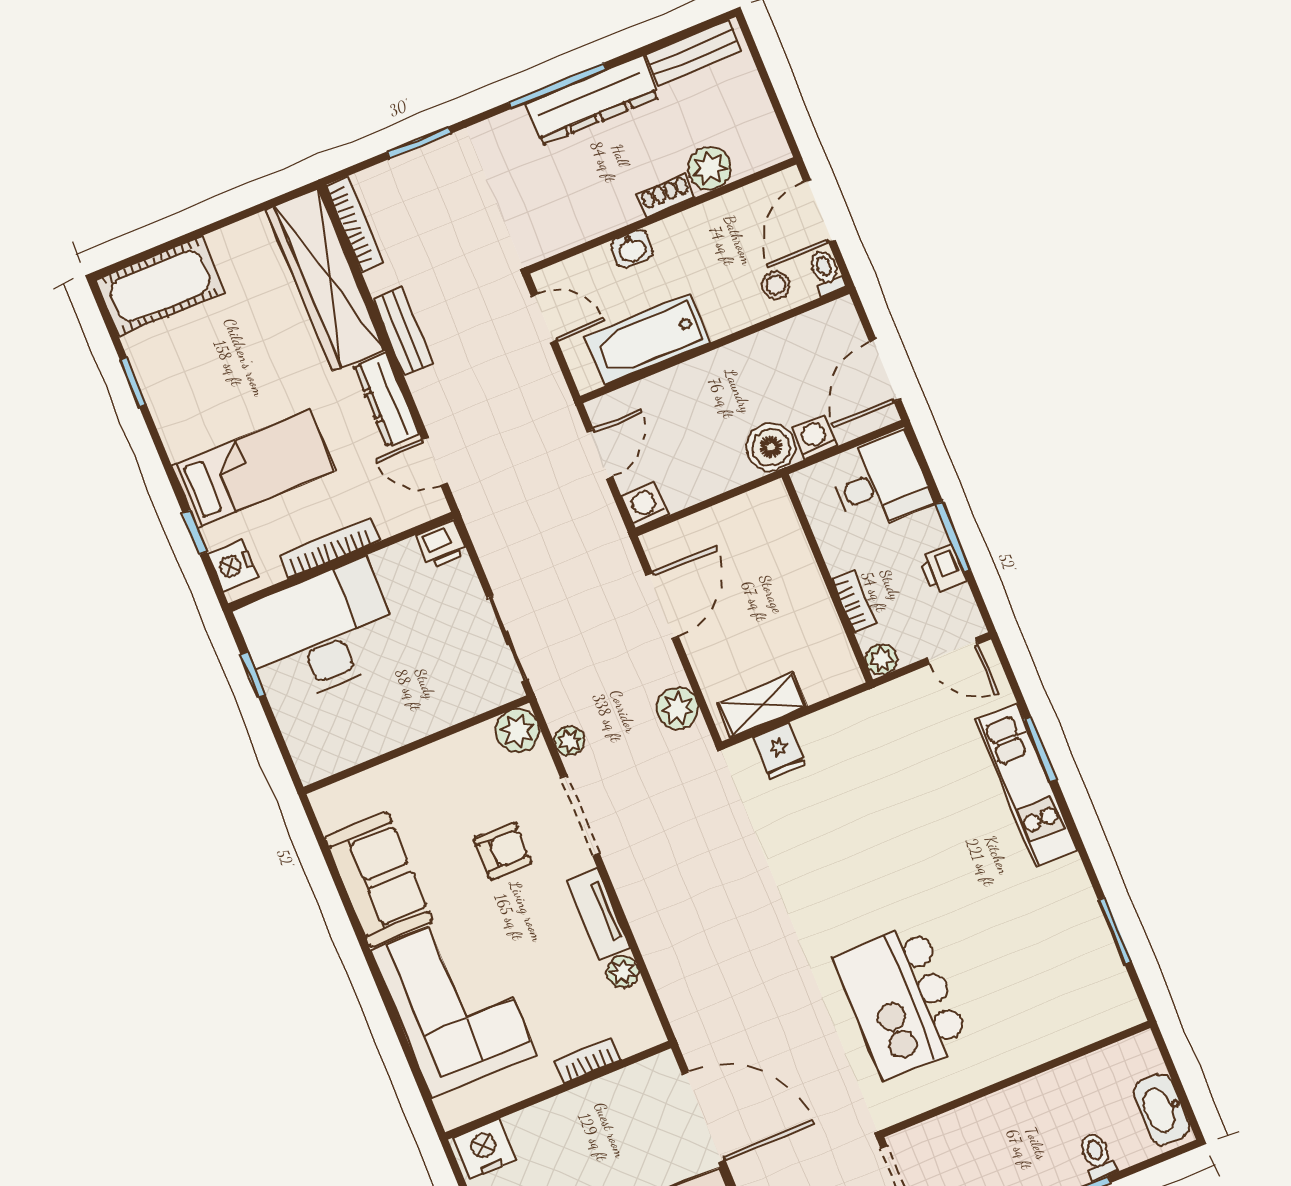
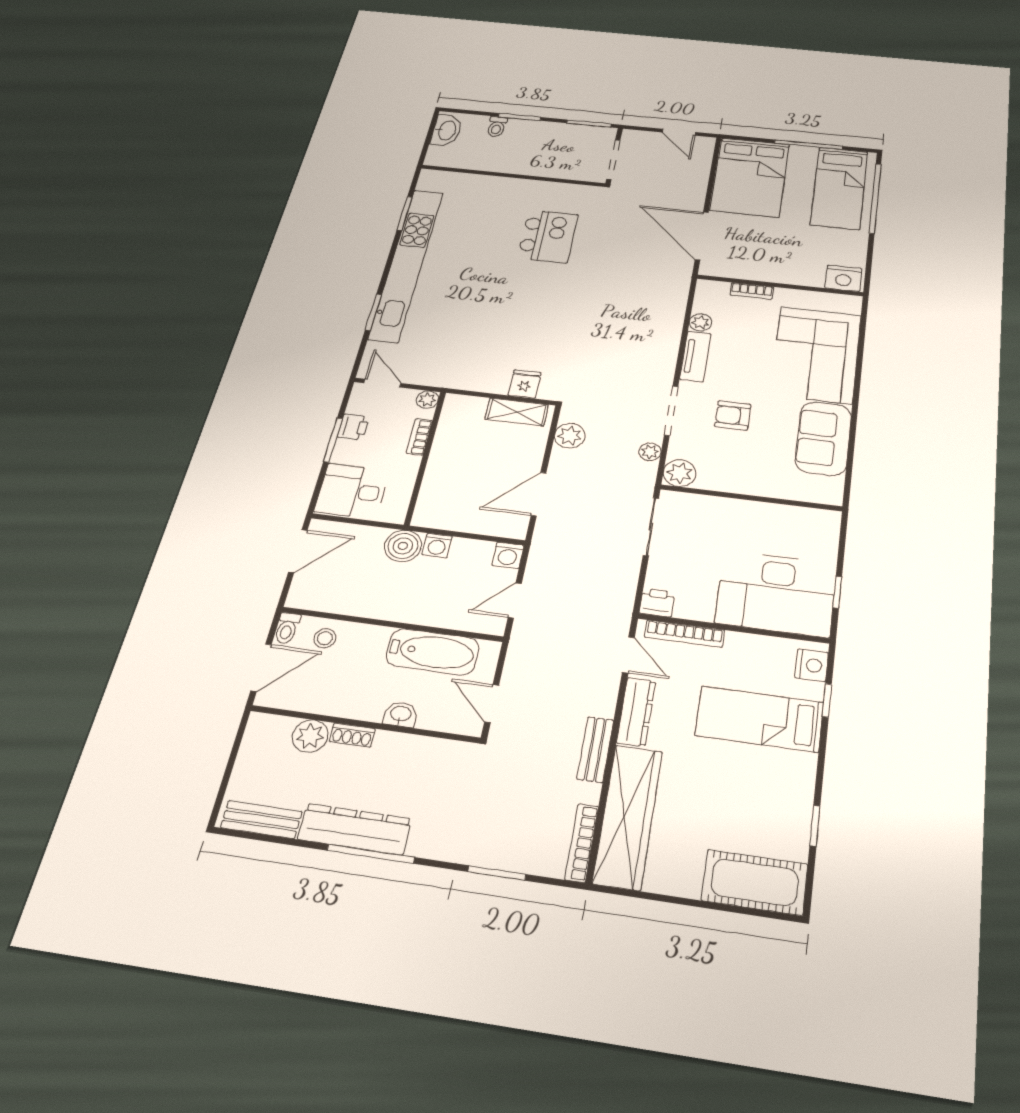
washing machine: (814, 437) -> (437, 546), moved
bookcase: (329, 548) -> (684, 634), moved
kitchen unit: (1027, 785) -> (406, 264), width x1.86
kitchen island: (902, 1001) -> (548, 236), width x0.73, depth x0.78

